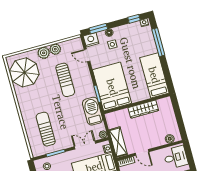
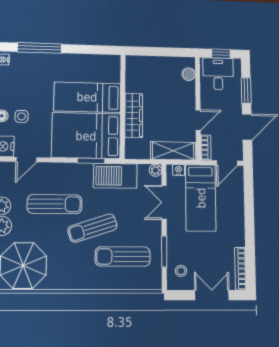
bed: (154, 75) -> (87, 97), moved
sun lounger: (57, 106) -> (92, 228), added
wardrobe: (143, 109) -> (134, 115), moved
window: (189, 156) -> (221, 54), added

